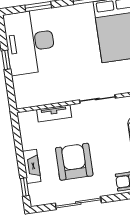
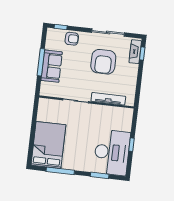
tv unit: (54, 113) -> (108, 99), width x1.41
fireplace: (32, 166) -> (135, 52), moved

